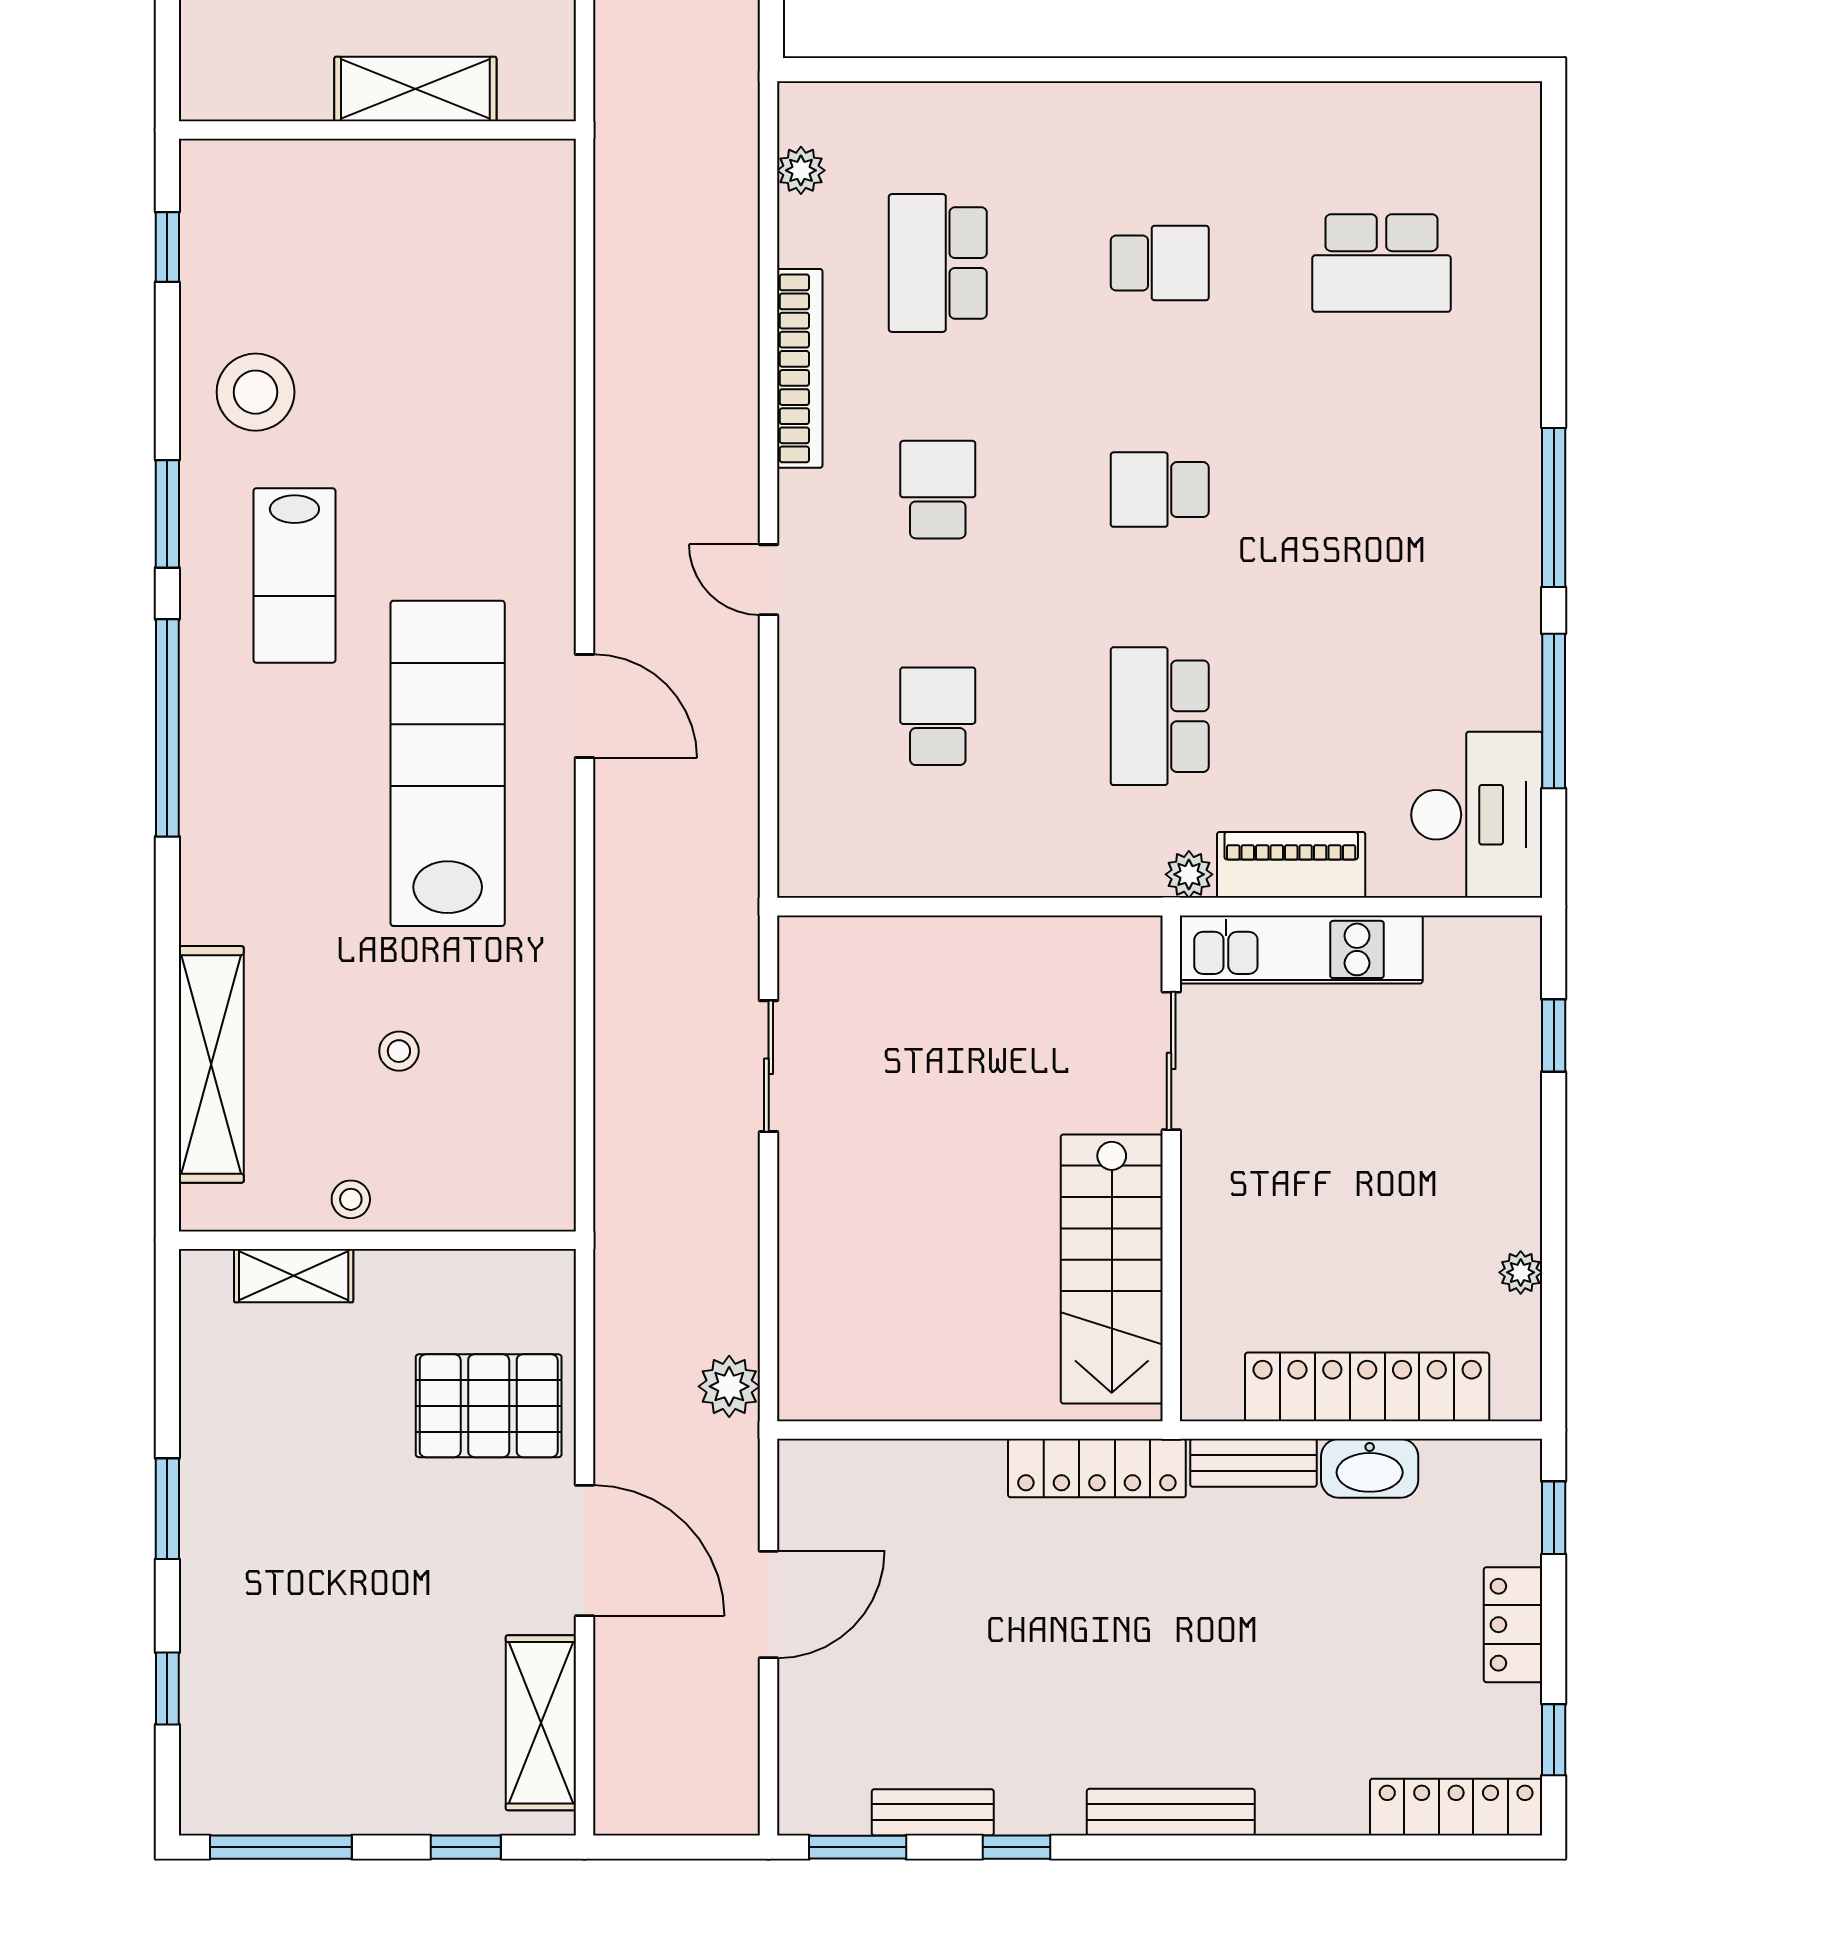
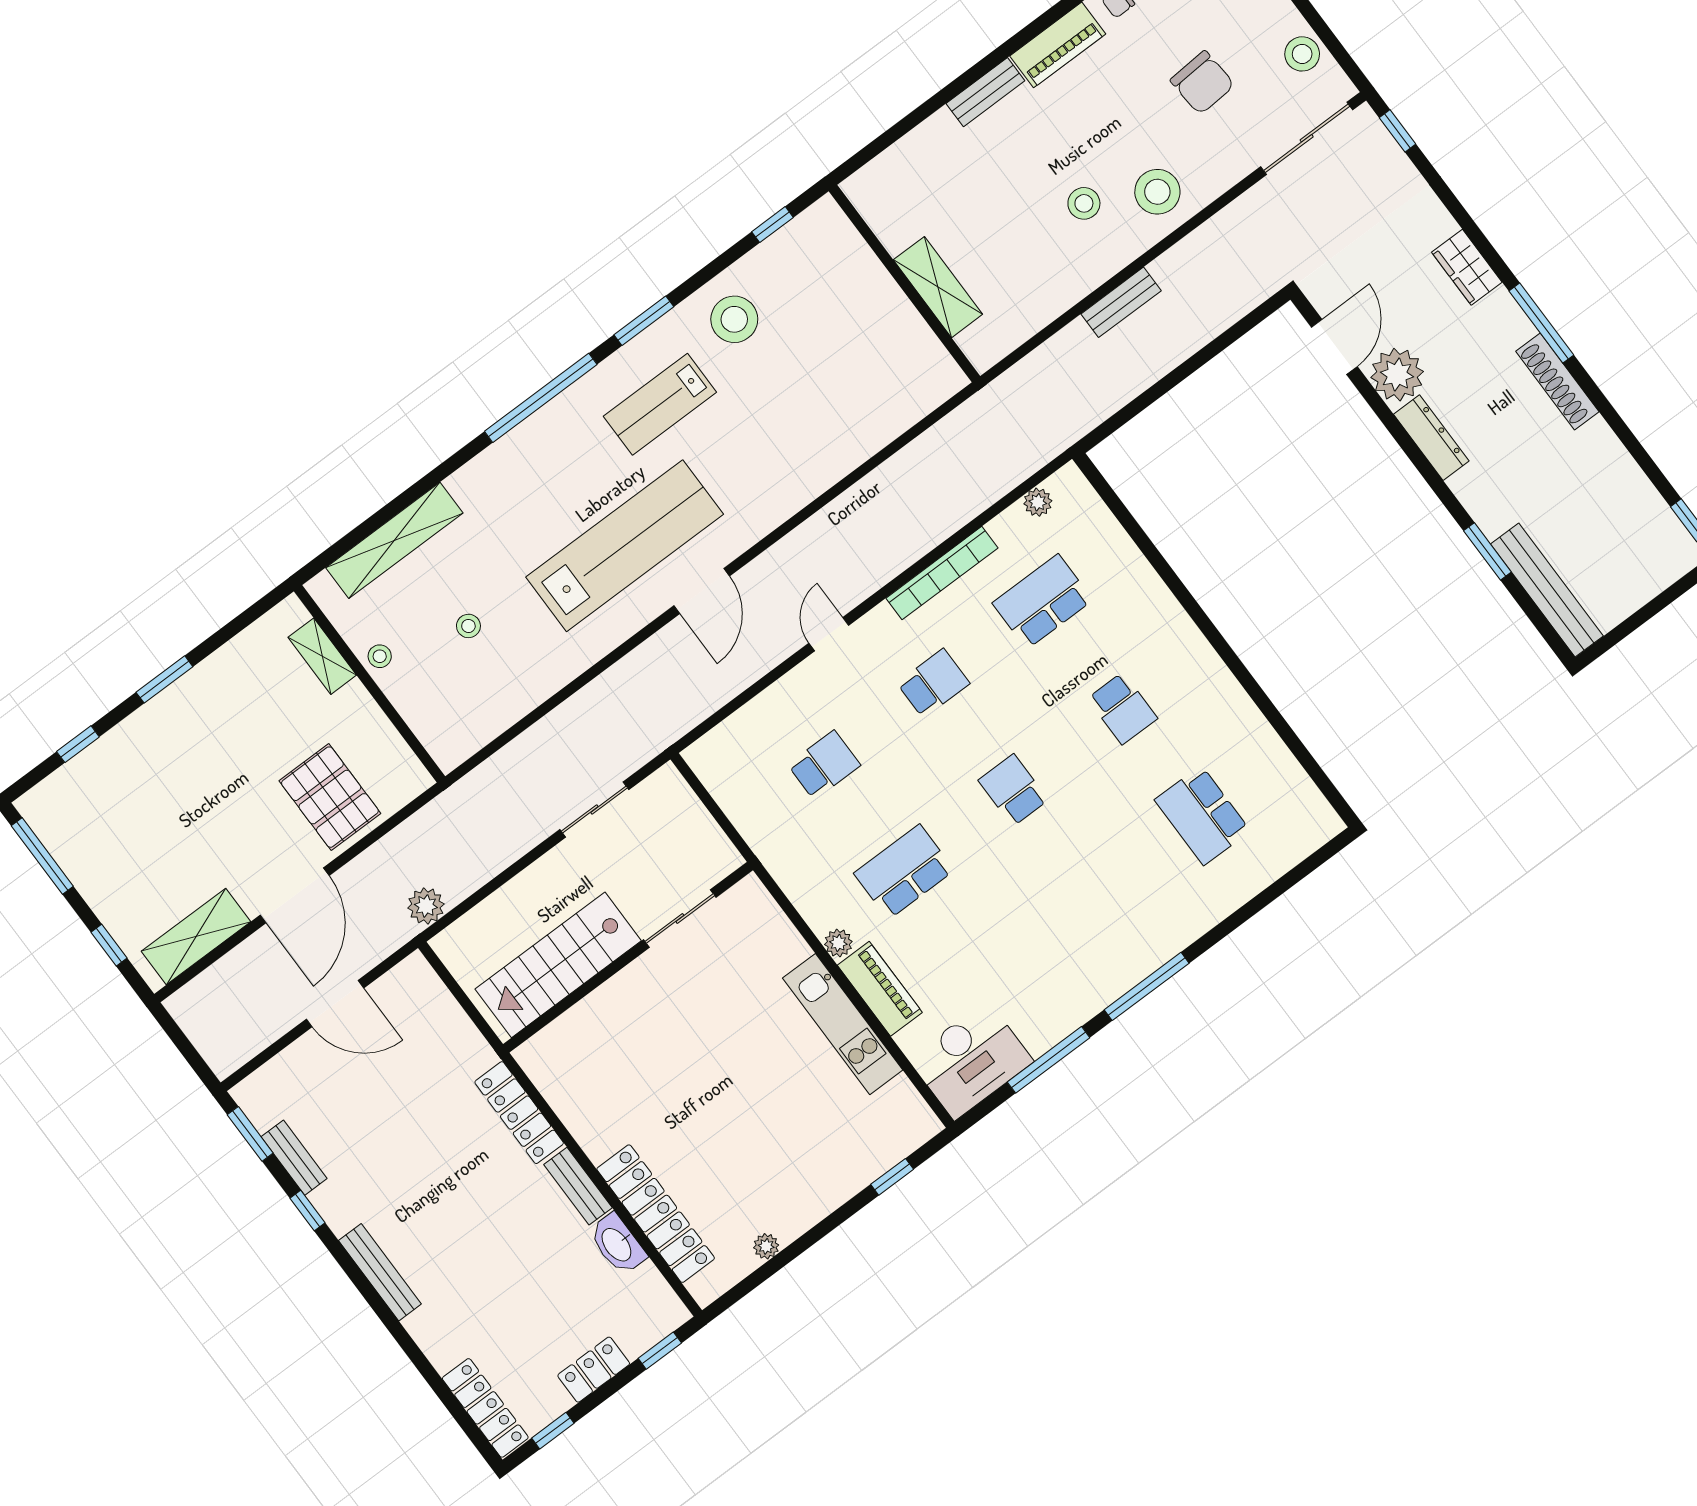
sliding door: (1171, 1061) -> (680, 918), moved
wall: (1171, 1168) -> (628, 957), moved
stairs: (1112, 1269) -> (558, 965), moved

